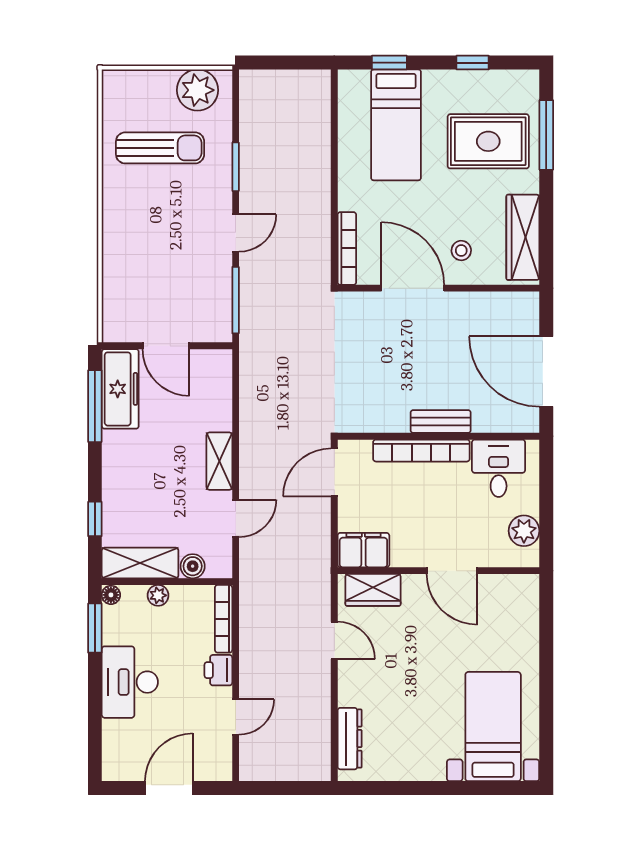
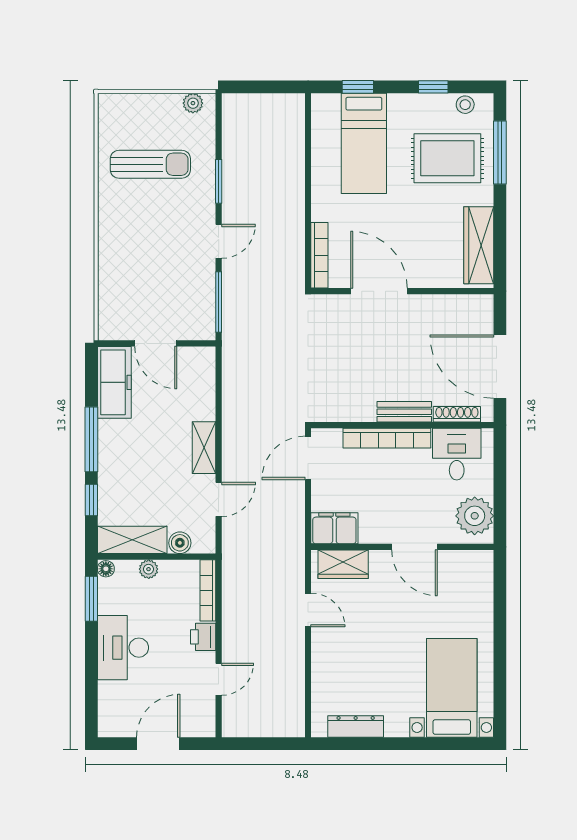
plant: (197, 90) -> (193, 103), width x0.53, depth x0.53
stool: (461, 251) -> (465, 105), moved
window: (95, 406) -> (91, 439), moved
shoe rack: (499, 424) -> (457, 414), added
plant: (524, 531) -> (475, 516), width x1.36, depth x1.36
dresser: (350, 739) -> (356, 726), moved, turned -90

